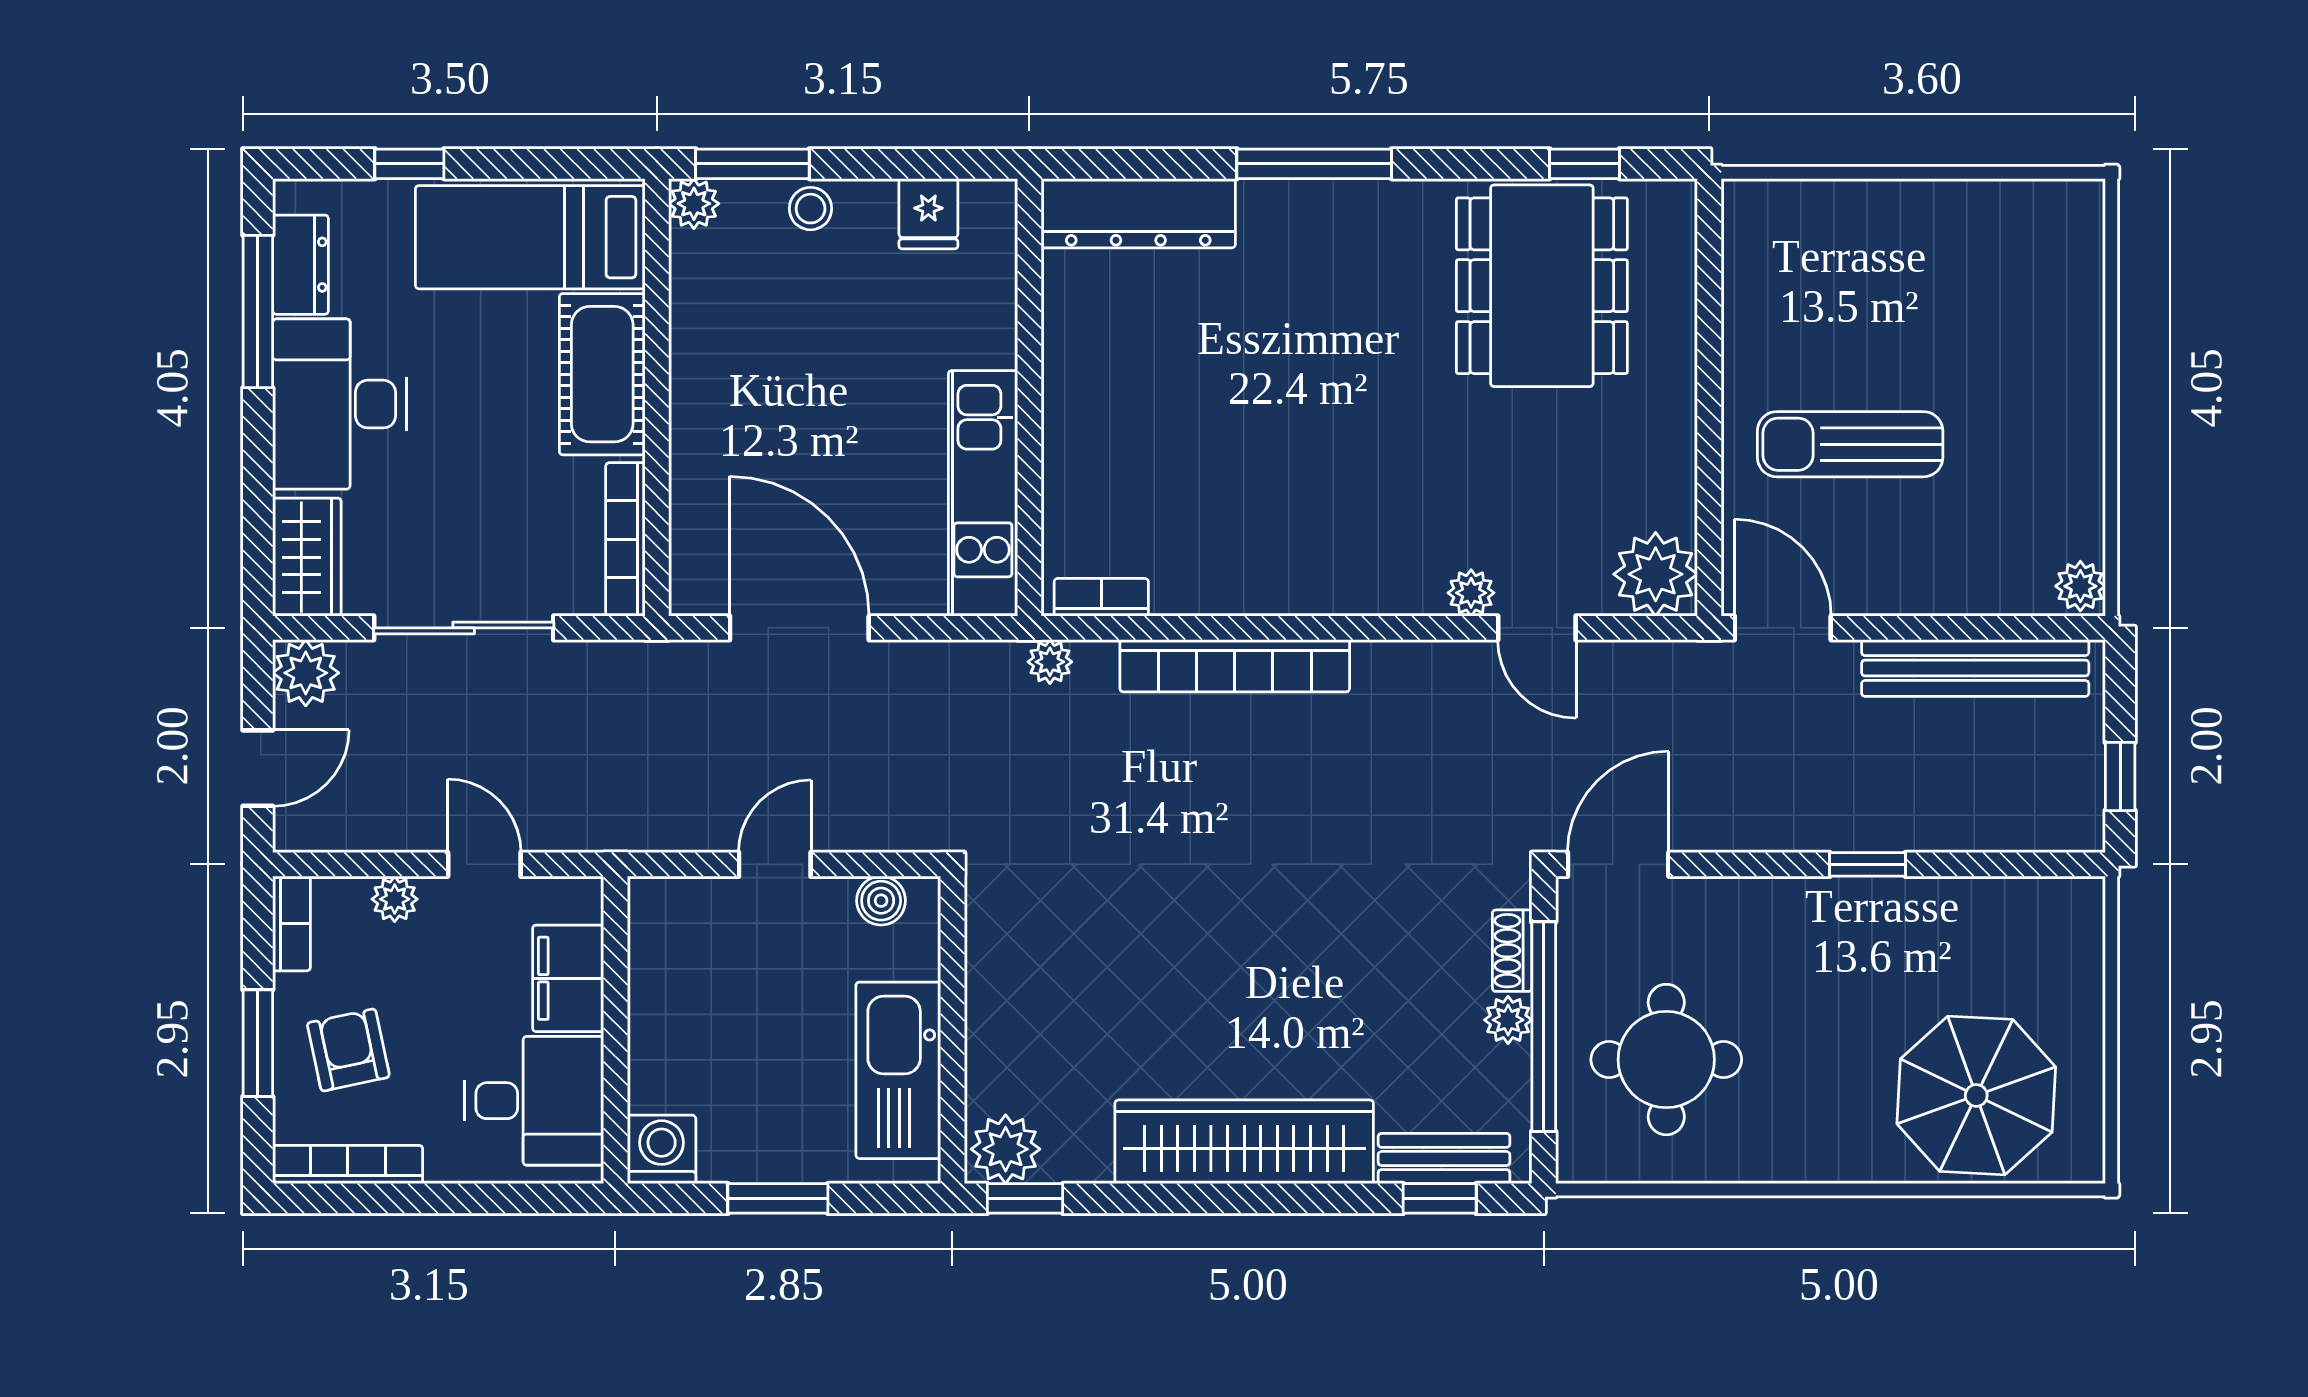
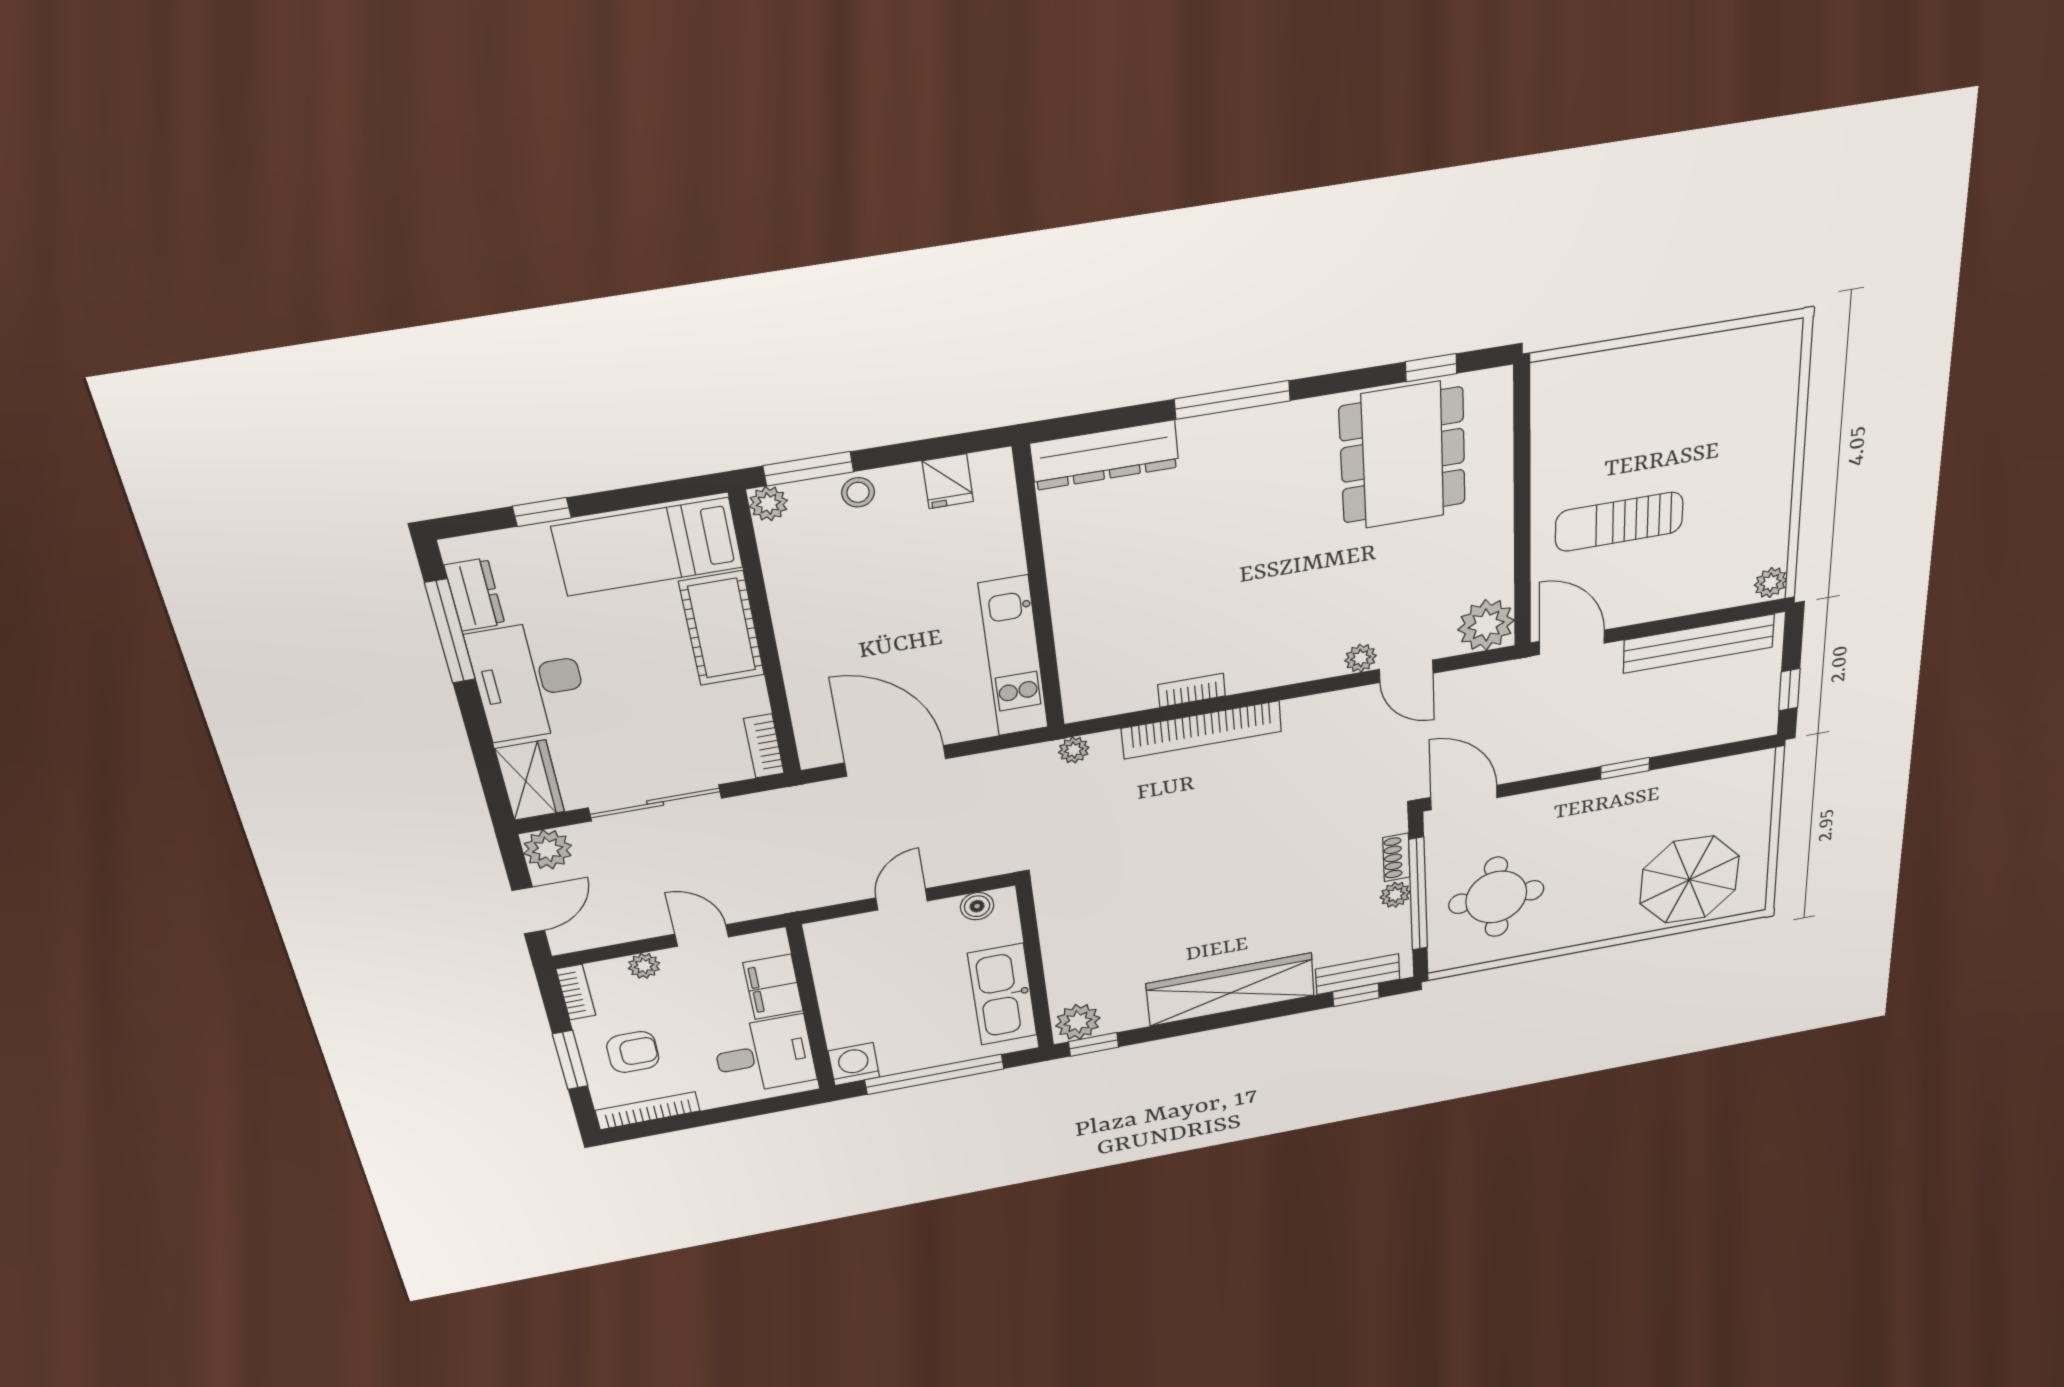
bookcase: (625, 539) -> (764, 746), width x0.64
bookcase: (1101, 597) -> (1192, 690), moved
door: (1618, 864) -> (1464, 798), hinge flipped
armchair: (348, 1050) -> (633, 1052), turned 102
window: (778, 1198) -> (934, 1074), width x2.11

